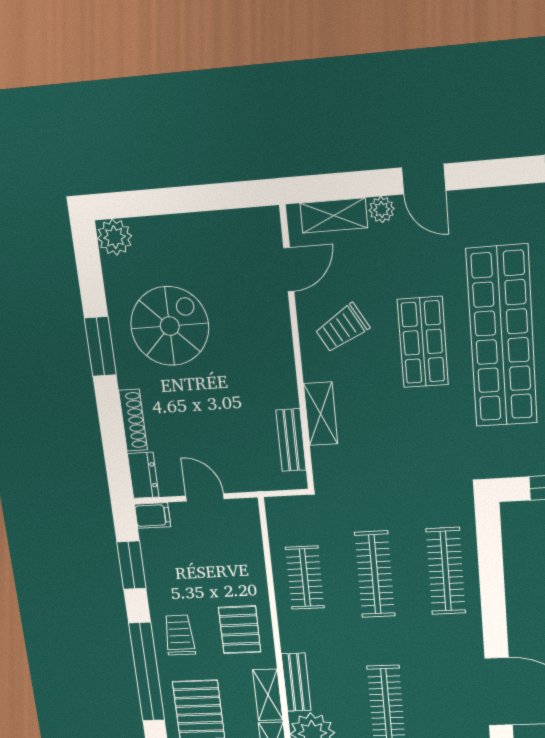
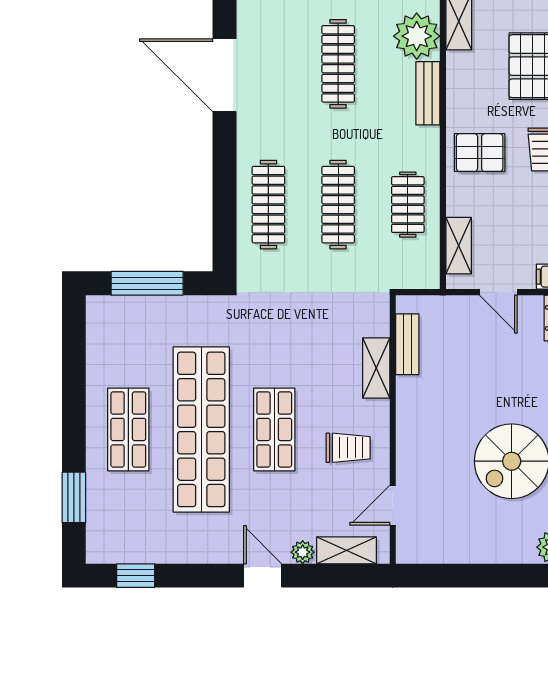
trolley: (342, 328) -> (348, 448), turned 30
pallet: (240, 630) -> (480, 153), turned 90
shelving: (268, 695) -> (459, 246), moved

